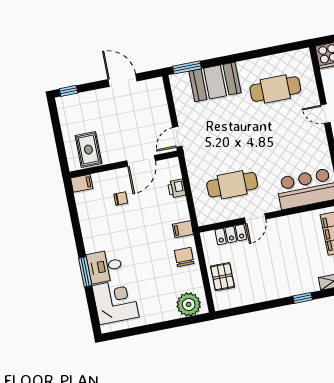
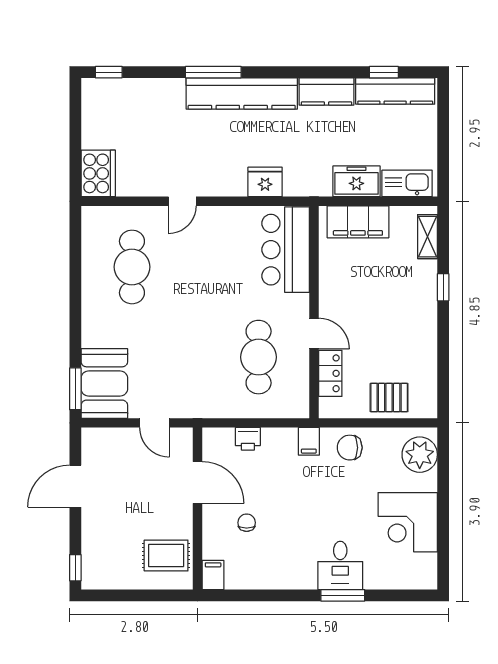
booth: (215, 82) -> (104, 383), moved
door: (177, 137) -> (155, 423), moved
corner desk: (115, 301) -> (408, 522), moved, turned -90

